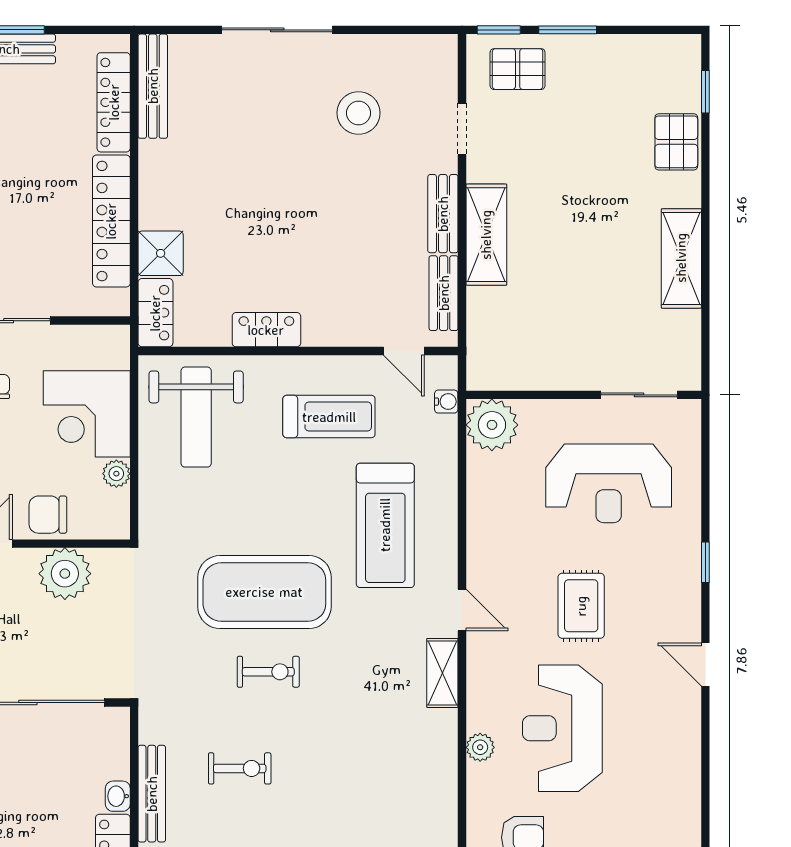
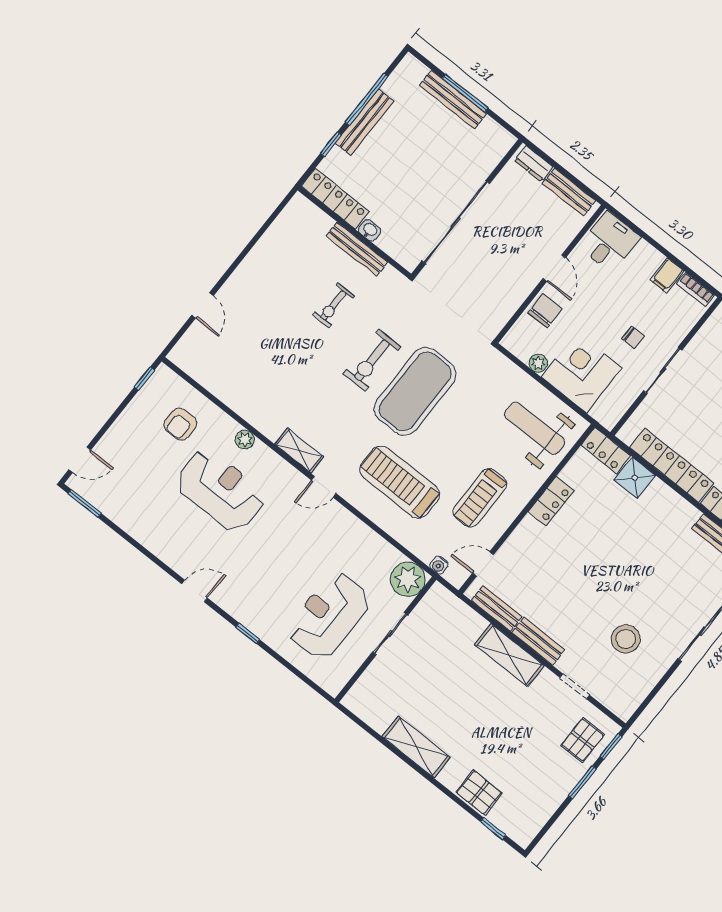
sliding door: (639, 395) -> (390, 634), moved
plant: (65, 574) -> (507, 295), removed
rug: (581, 606) -> (277, 551), removed
exercise bike: (268, 672) -> (372, 360), width x1.38, depth x1.39

